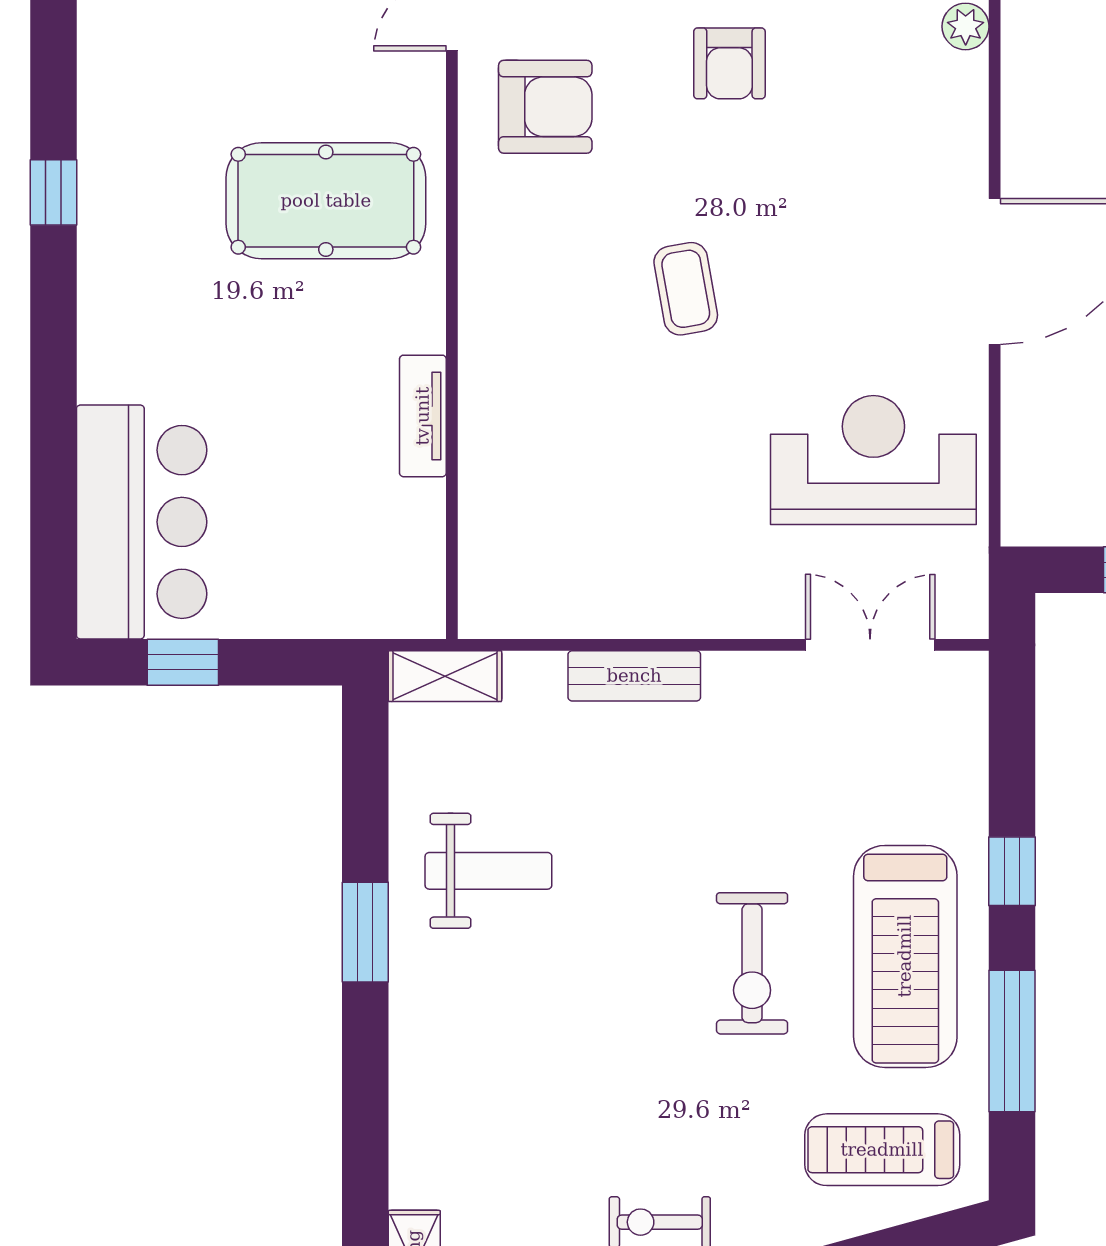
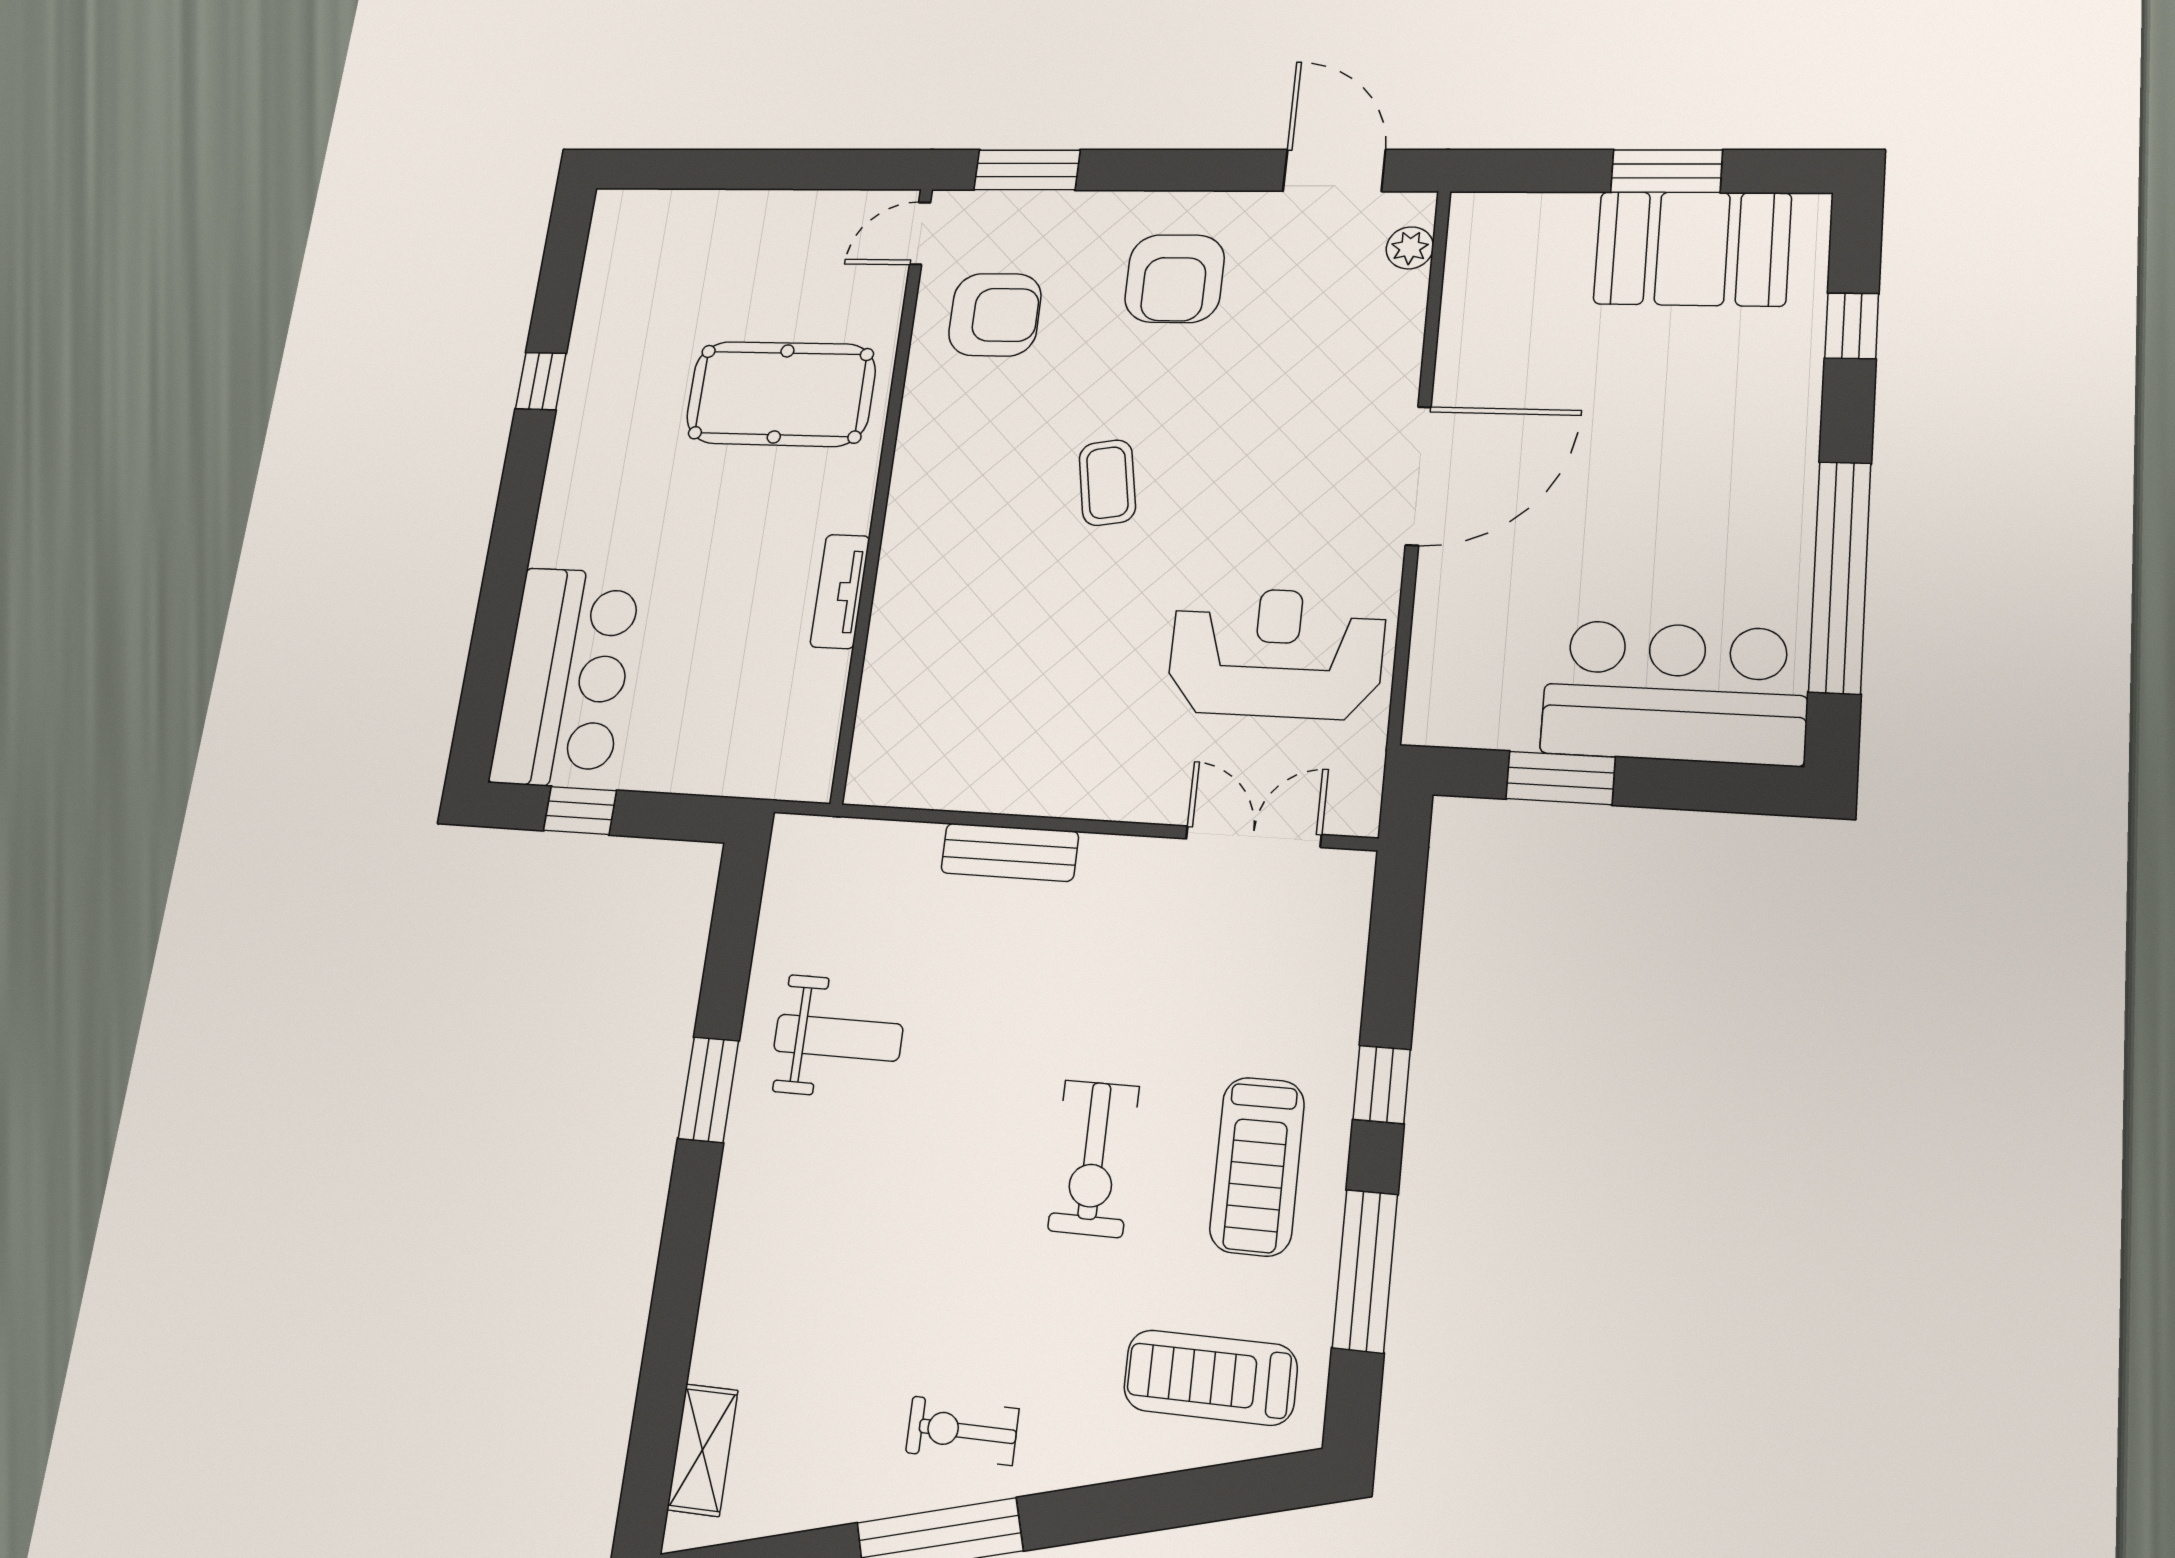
armchair: (729, 63) -> (1175, 279), width x1.38, depth x1.38
shelving: (445, 676) -> (824, 840), removed
treadmill: (905, 956) -> (1257, 1166), width x0.73, depth x0.73

